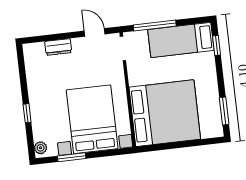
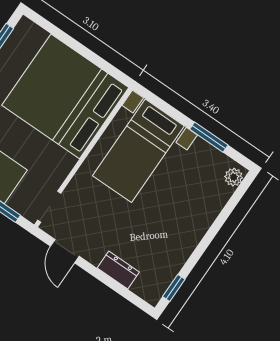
window: (27, 113) -> (174, 288), moved
bed with nightstands: (92, 119) -> (138, 151), width x0.73

